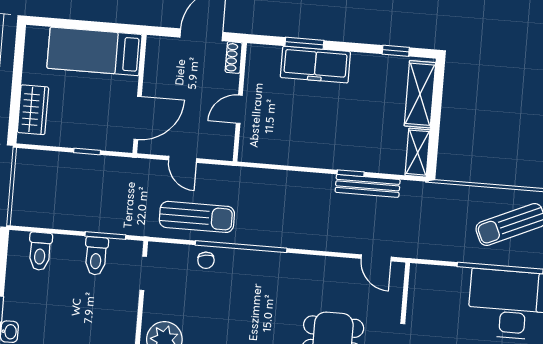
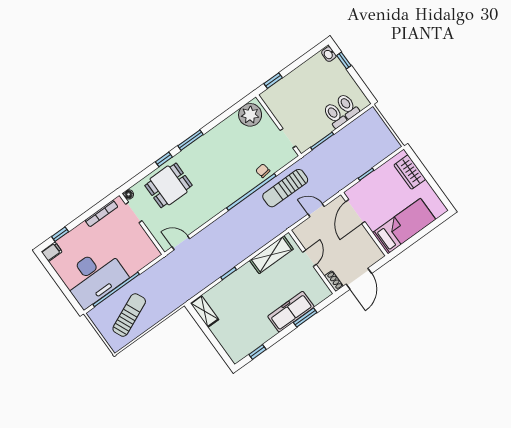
shelving: (420, 94) -> (271, 255), moved, turned 90
bench: (368, 186) -> (215, 274), removed
toilet: (96, 256) -> (335, 115), moved

